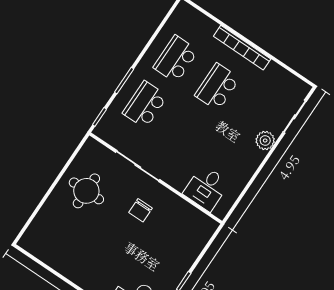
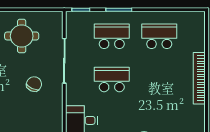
school desk: (217, 87) -> (112, 79), moved
chair: (141, 210) -> (34, 84), turned 115

